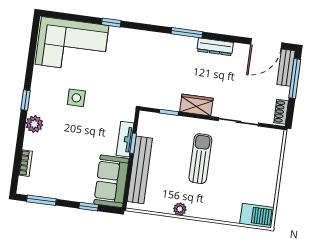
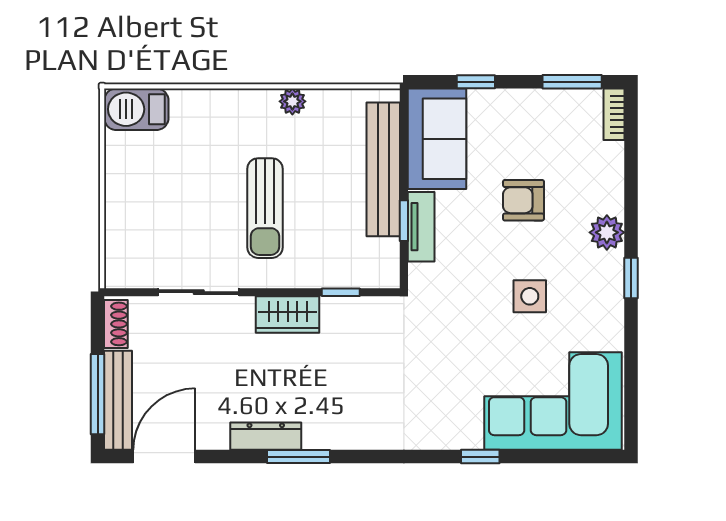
window: (187, 33) -> (298, 457), moved
bench: (286, 68) -> (118, 400), width x1.36
armchair: (73, 145) -> (523, 200), added
bookcase: (26, 163) -> (614, 114), moved

